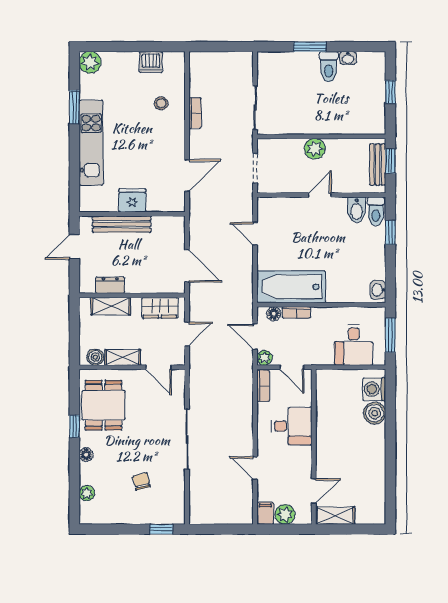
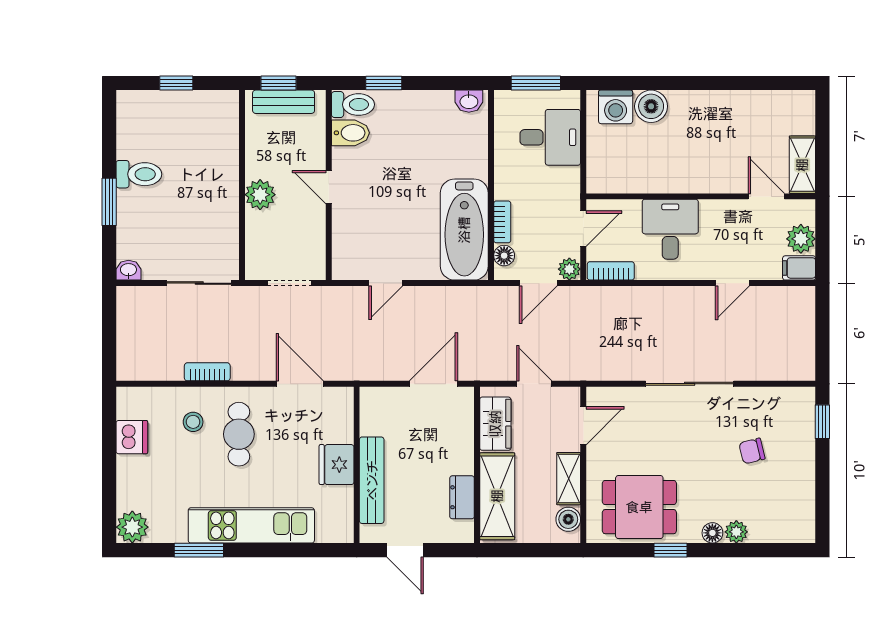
washbasin: (348, 58) -> (128, 270), moved, turned -90
cafe table: (153, 134) -> (239, 434), added
shelving: (111, 306) -> (497, 496), width x1.50, depth x1.33
plant: (87, 493) -> (736, 532), moved

